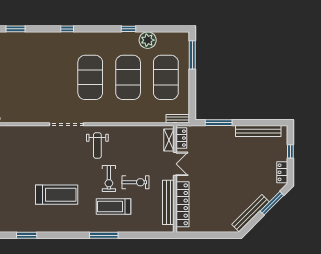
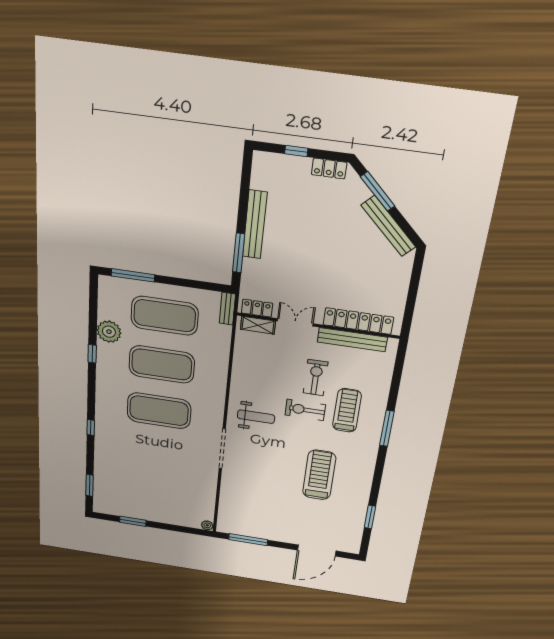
bench: (258, 131) -> (255, 225), moved
exercise bike: (109, 178) -> (305, 410), turned 180
treadmill: (113, 207) -> (347, 410), turned 180

